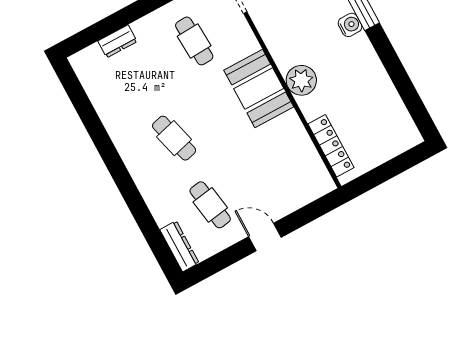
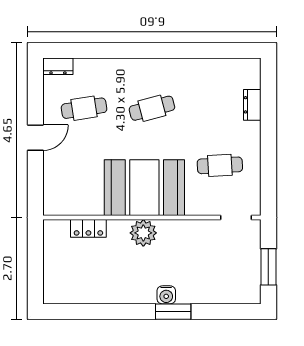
booth: (259, 88) -> (144, 188), width x1.36, depth x1.42
locker: (331, 146) -> (88, 228), width x0.66
dresser: (179, 246) -> (58, 66), width x0.70

